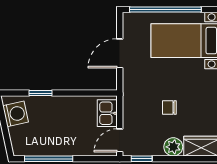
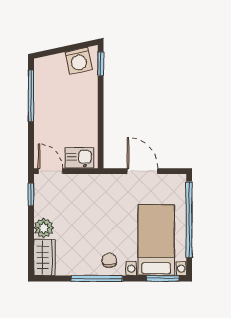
window: (40, 93) -> (101, 64), moved
chair: (169, 108) -> (109, 260), moved

